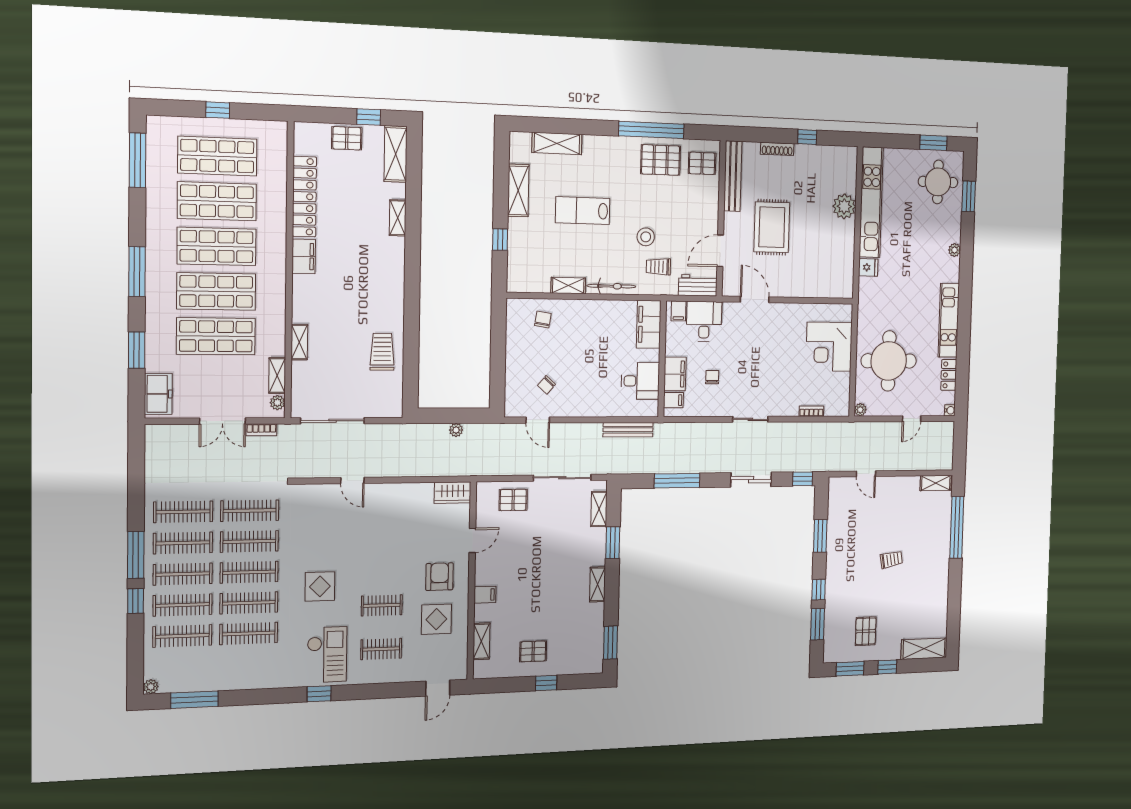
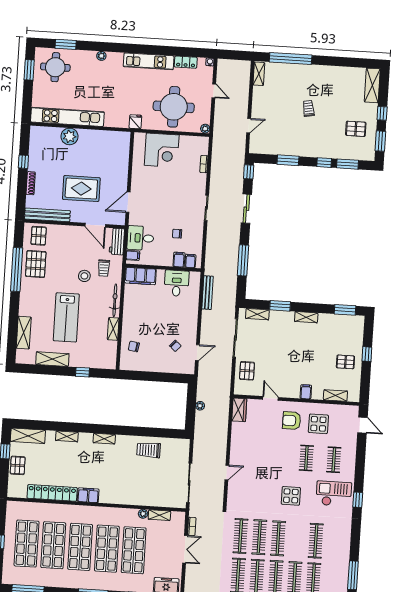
lab bench: (583, 211) -> (66, 317), width x1.36, depth x1.39
fridge: (868, 267) -> (135, 122), moved
shelving: (299, 342) -> (104, 439), moved
filing cabinet: (675, 374) -> (179, 260), width x0.50
plant: (277, 403) -> (143, 514), moved
clothes rail: (249, 603) -> (297, 540), removed
pallet: (533, 651) -> (345, 362), turned 90

